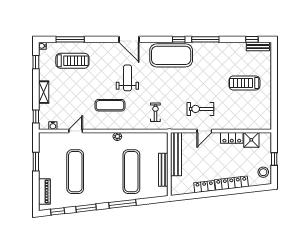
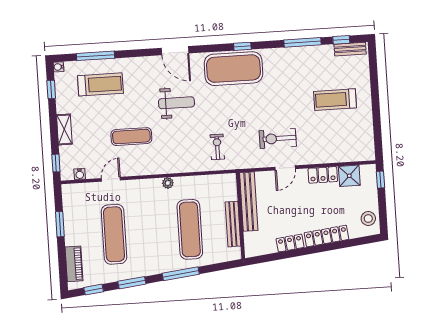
window: (205, 39) -> (302, 42), moved
weight bench: (127, 78) -> (176, 103), turned 90
exercise mat: (110, 105) -> (131, 137), moved
window: (274, 159) -> (380, 180), moved

